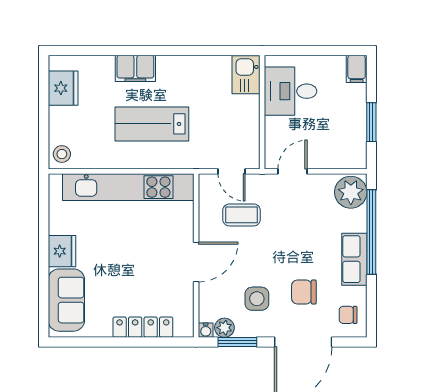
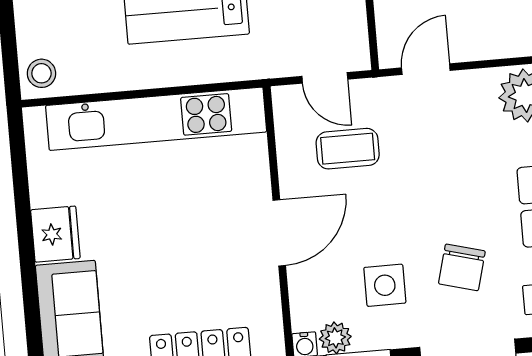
chair: (304, 292) -> (462, 267), turned -75

